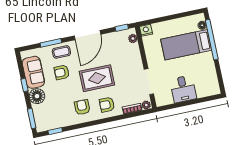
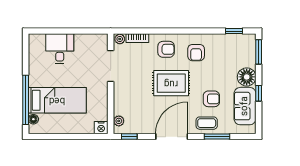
desk: (183, 89) -> (60, 49), moved

